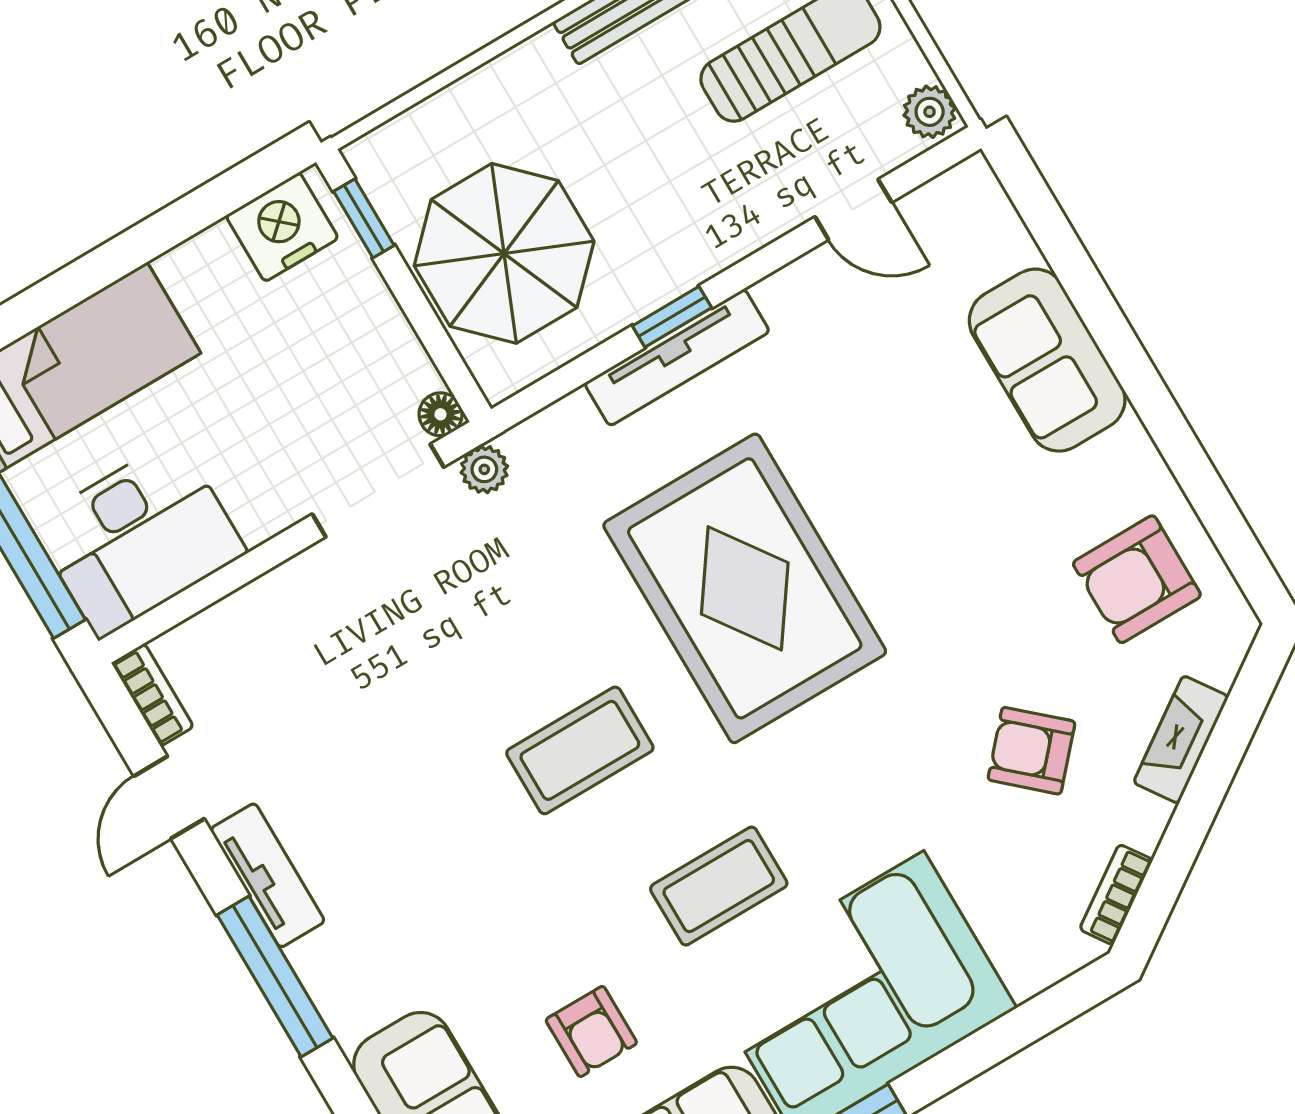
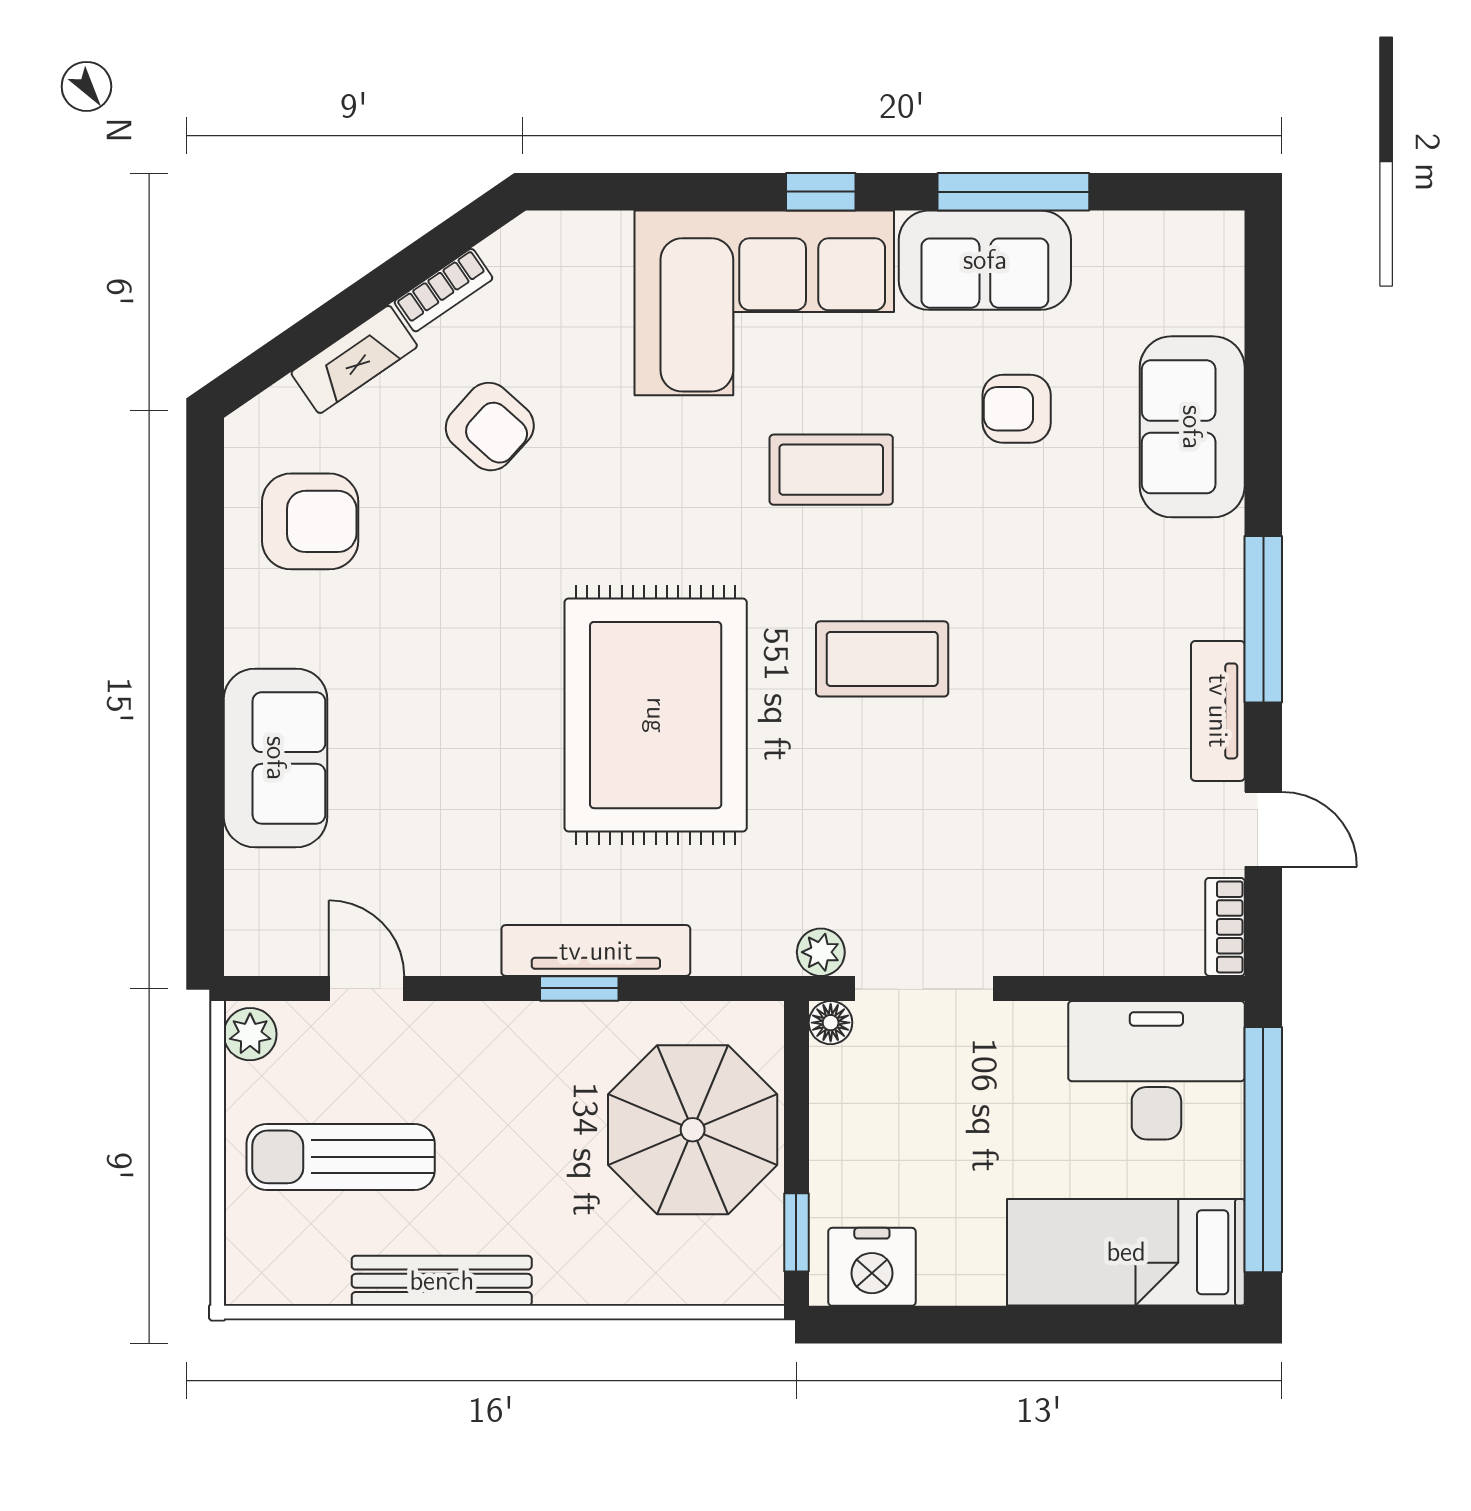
door: (169, 797) -> (1263, 829), hinge flipped
bookcase: (1116, 895) -> (443, 290), moved
armchair: (591, 1031) -> (1017, 409), turned -90

